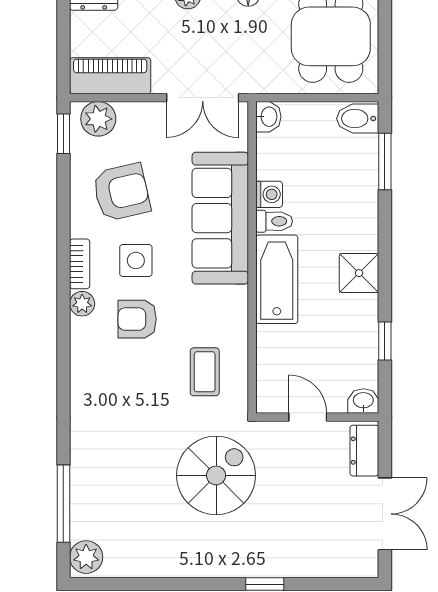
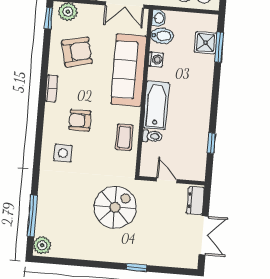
bidet: (358, 119) -> (162, 36), moved, turned 180
toilet: (274, 221) -> (152, 136), moved
side table: (136, 260) -> (63, 153), moved
shower: (359, 273) -> (206, 43), moved
plant: (82, 304) -> (51, 110), removed
coffee table: (205, 372) -> (124, 137), moved
washbasin: (363, 401) -> (197, 174), removed

